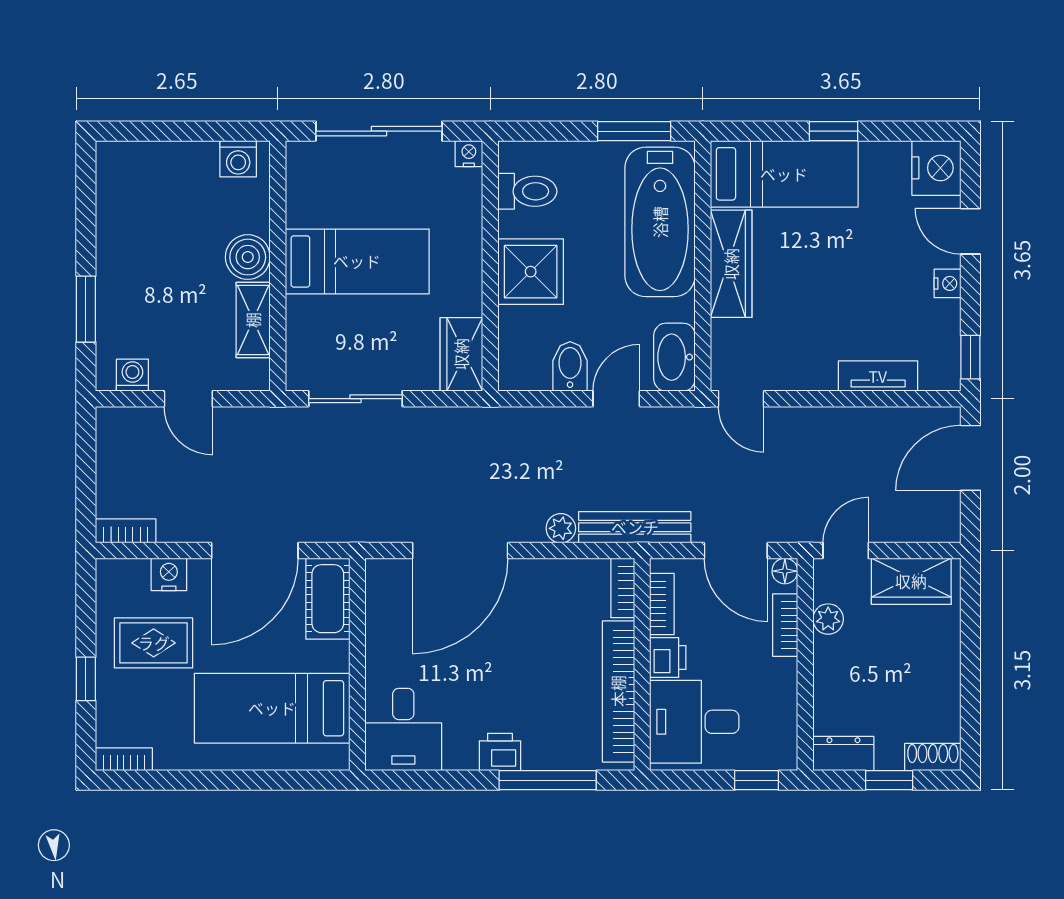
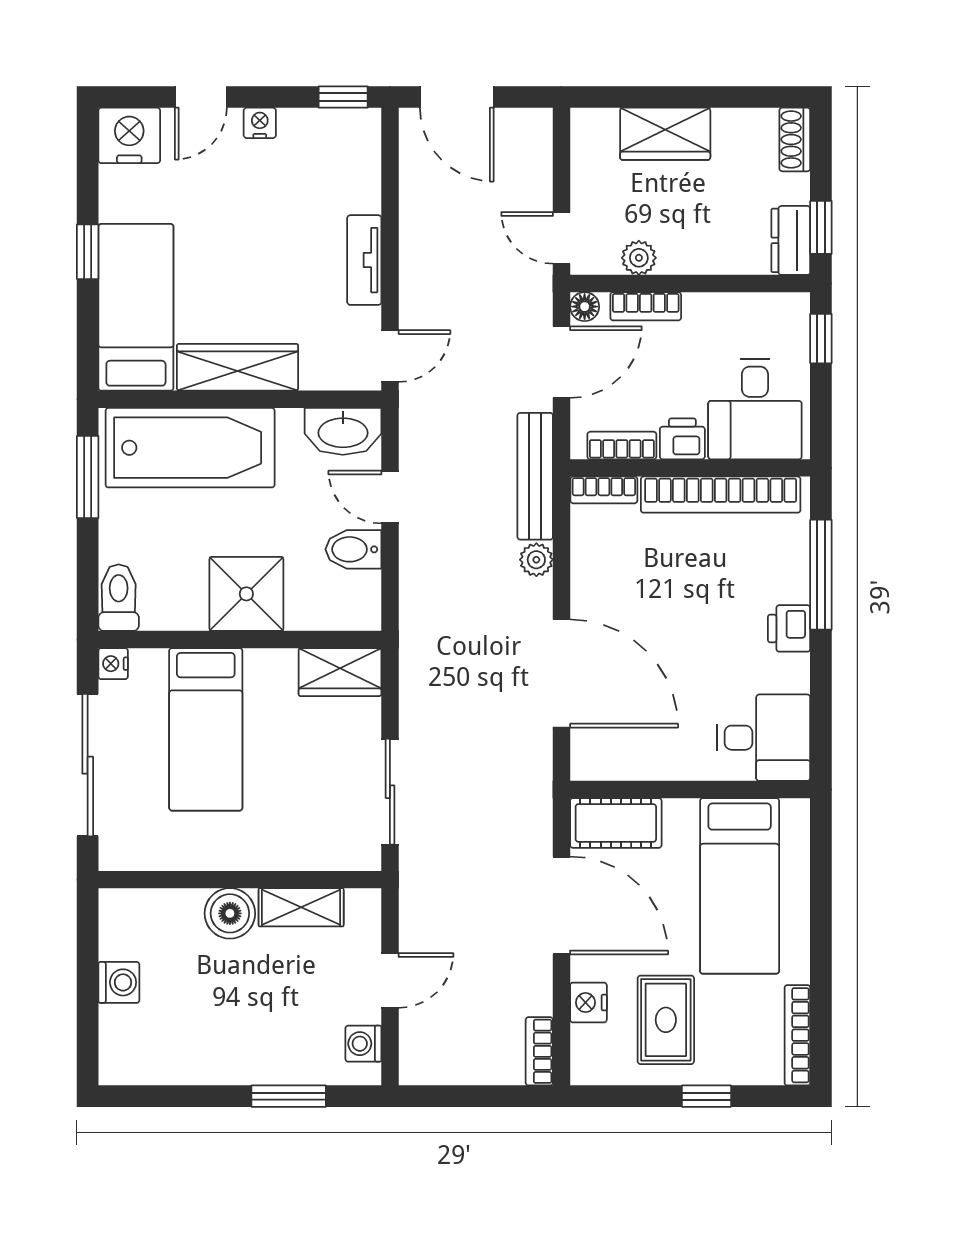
washing machine: (238, 159) -> (119, 982), moved
toilet: (527, 191) -> (119, 598), moved
bed: (357, 261) -> (206, 729), moved, turned 180
tv unit: (878, 376) -> (364, 260), moved
wardrobe: (911, 581) -> (665, 134), moved, turned 90
bookcase: (124, 759) -> (797, 1035), width x1.56
window: (889, 780) -> (821, 227), moved

